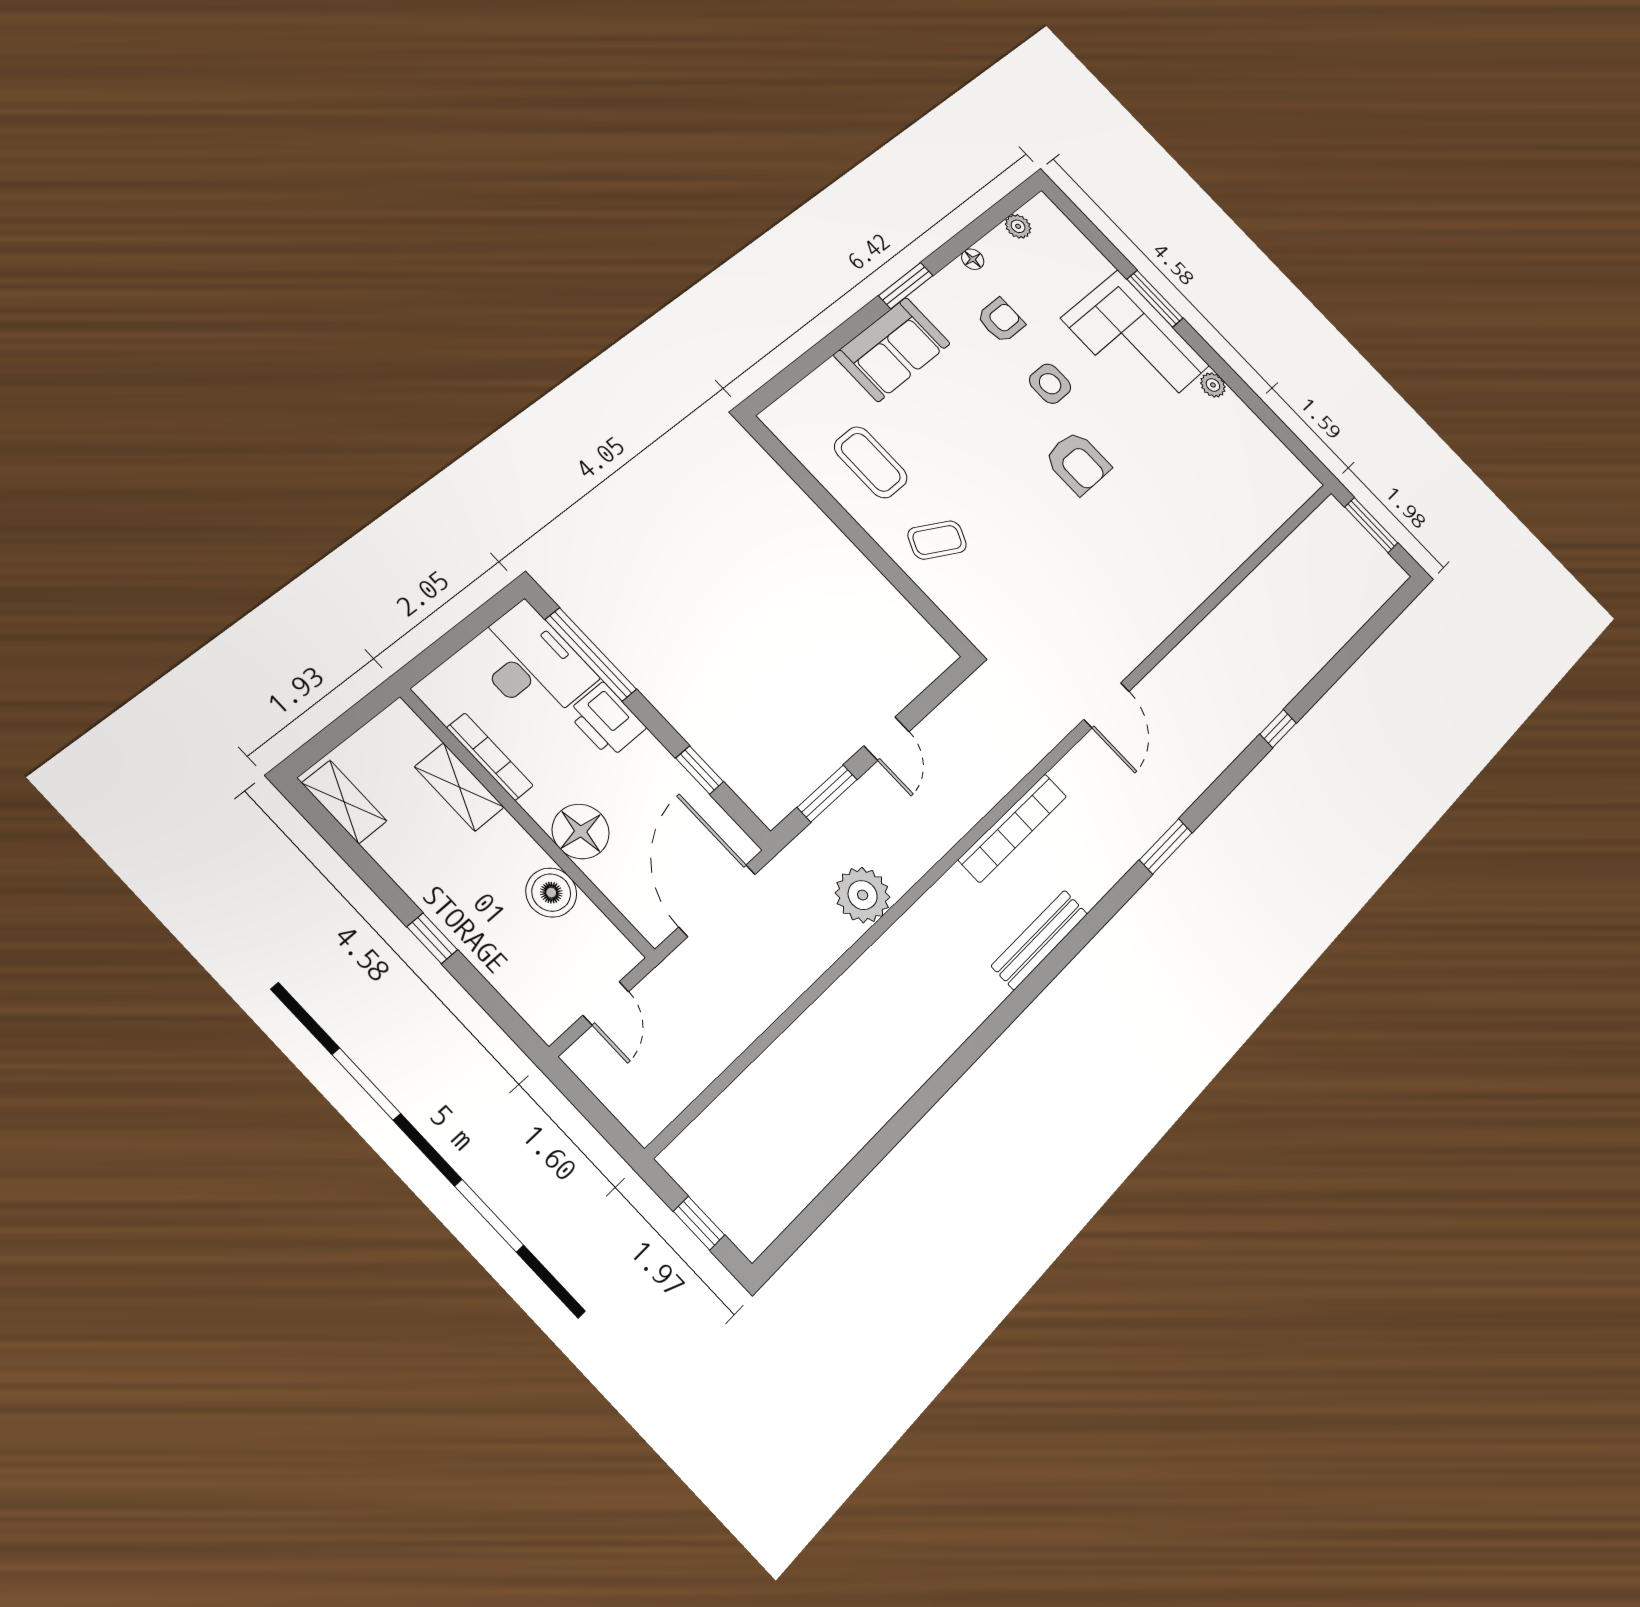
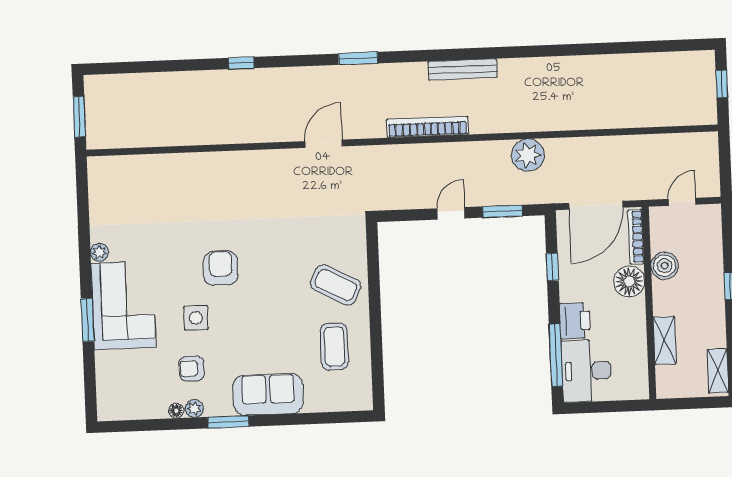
plant: (1018, 226) -> (194, 408), moved
coffee table: (937, 540) -> (336, 285), width x1.36, depth x1.30
bookcase: (490, 757) -> (636, 237), moved

